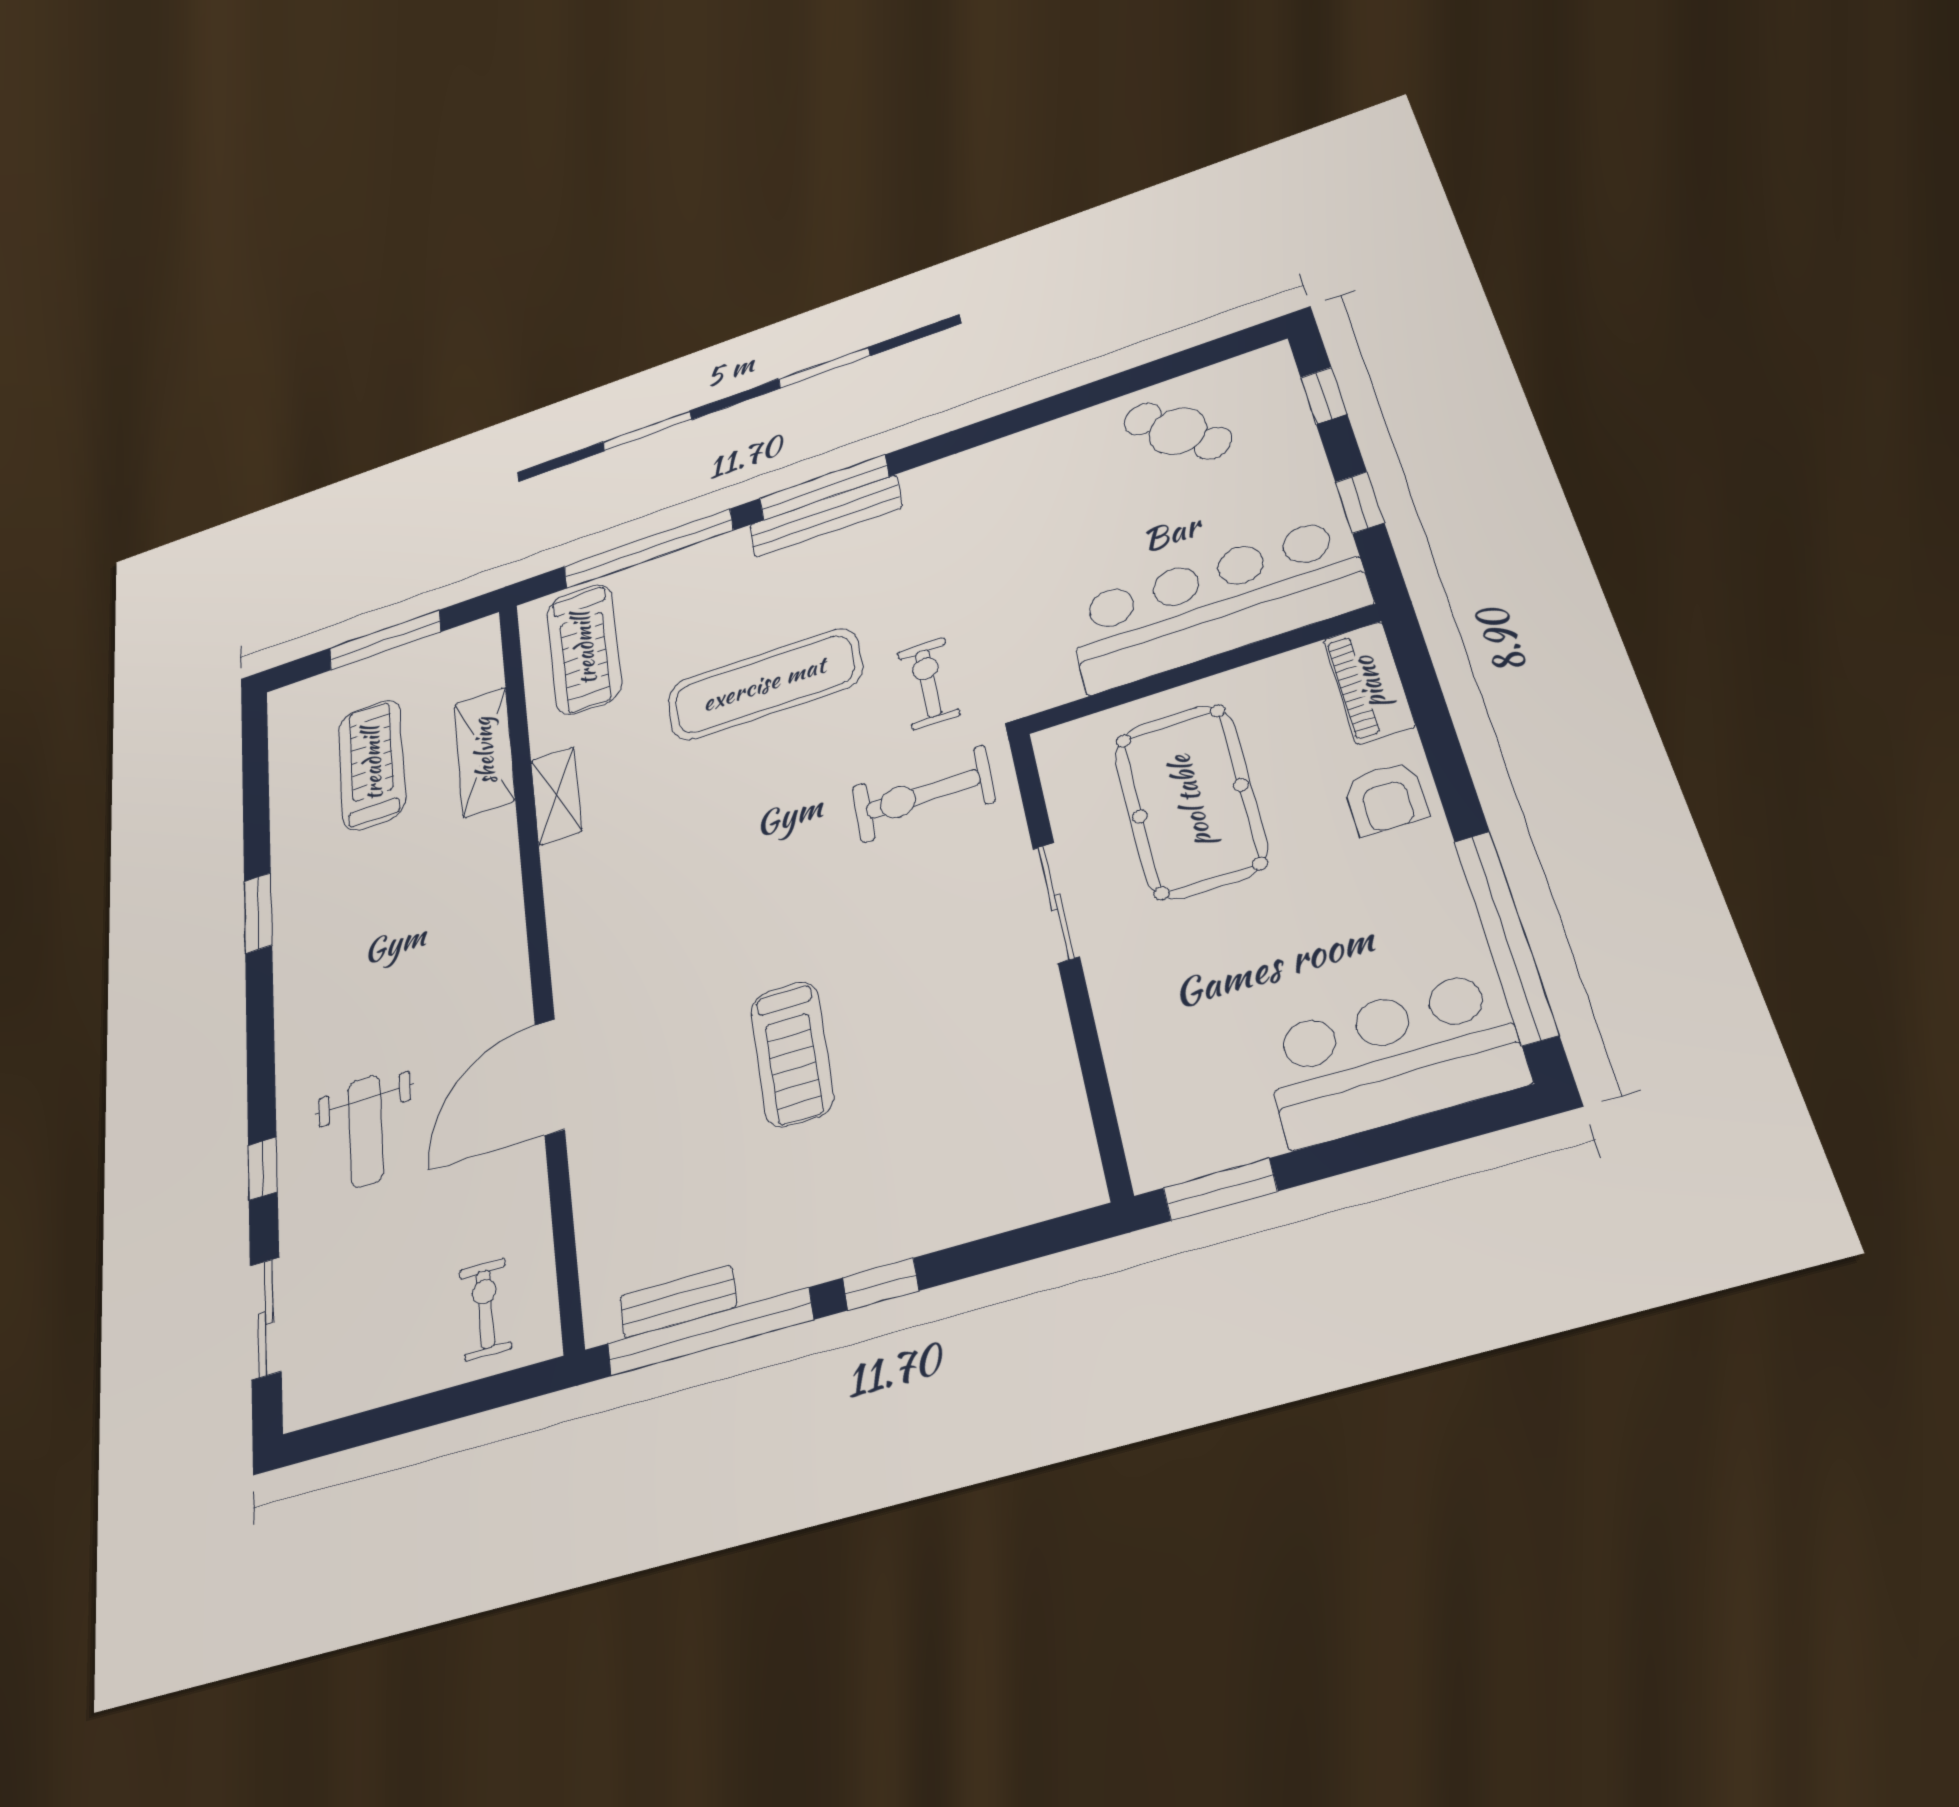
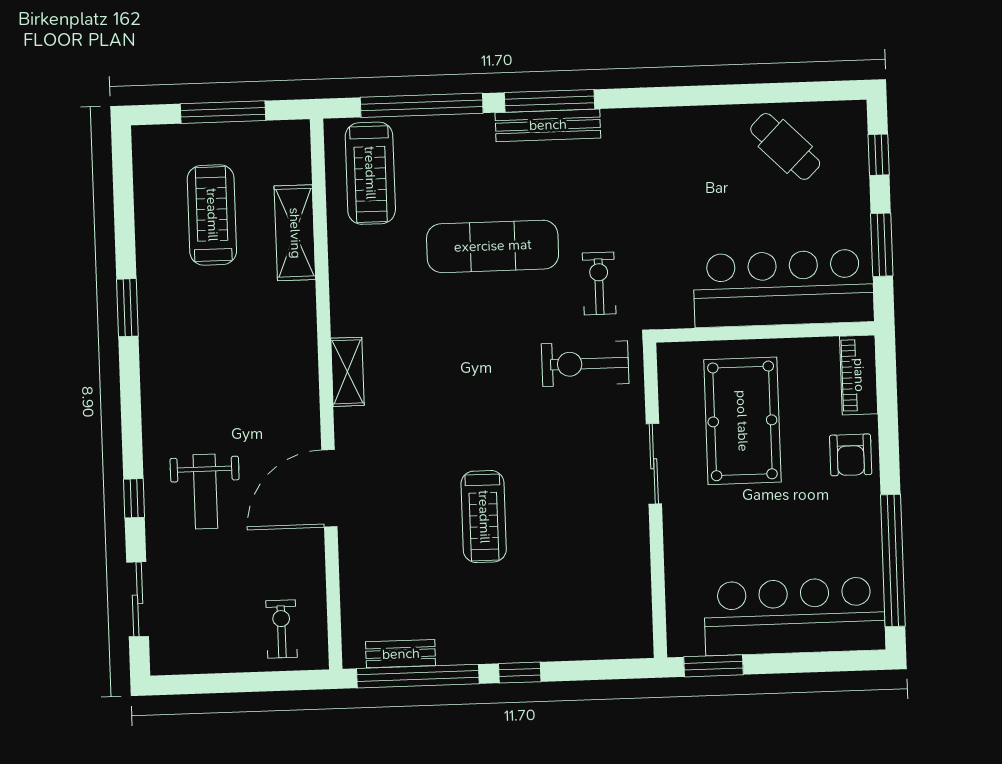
window: (1360, 502) -> (882, 245), width x1.50
shelving: (556, 796) -> (347, 372), moved
bar counter: (1393, 1059) -> (795, 616), width x1.36

